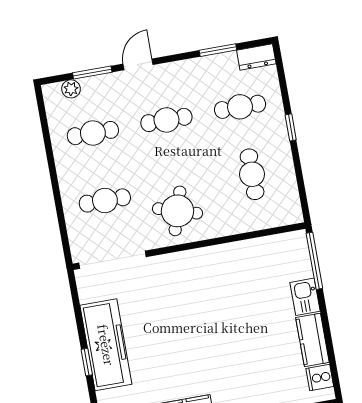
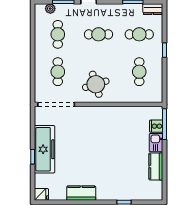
cafe table: (93, 133) -> (58, 34), turned 90
cafe table: (105, 200) -> (58, 72), turned 90
round table: (177, 211) -> (96, 84), turned -34
cooker: (320, 378) -> (156, 126), moved

